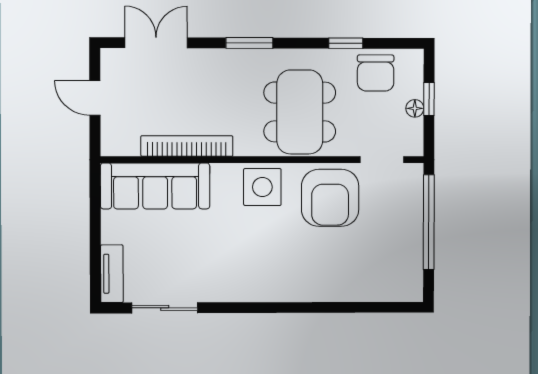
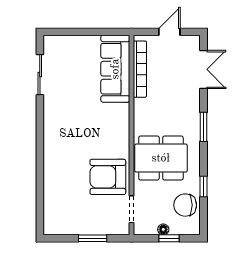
bookcase: (187, 146) -> (140, 69), moved
side table: (262, 187) -> (115, 135), removed
window: (429, 222) -> (93, 238), width x0.47
tv unit: (112, 274) -> (61, 42), removed

